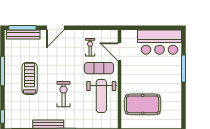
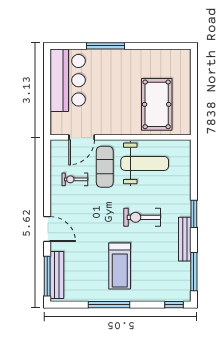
treadmill: (30, 79) -> (120, 266), turned -90

